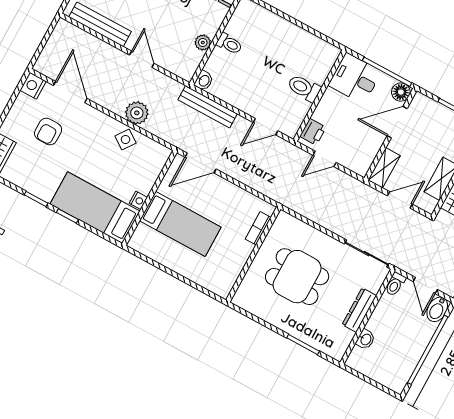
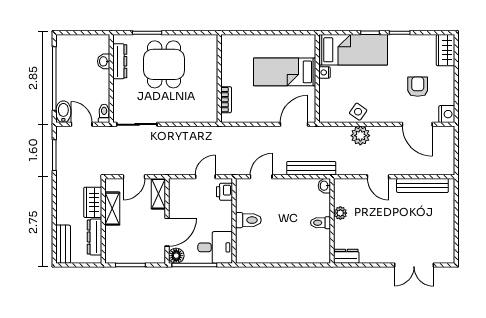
dining table: (297, 277) -> (164, 64), moved, turned 90
dresser: (359, 310) -> (120, 61), moved

